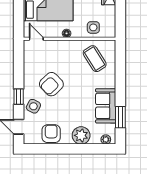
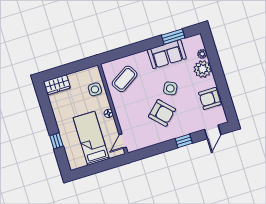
side table: (33, 106) -> (170, 88), moved
plant: (106, 139) -> (202, 54), moved

